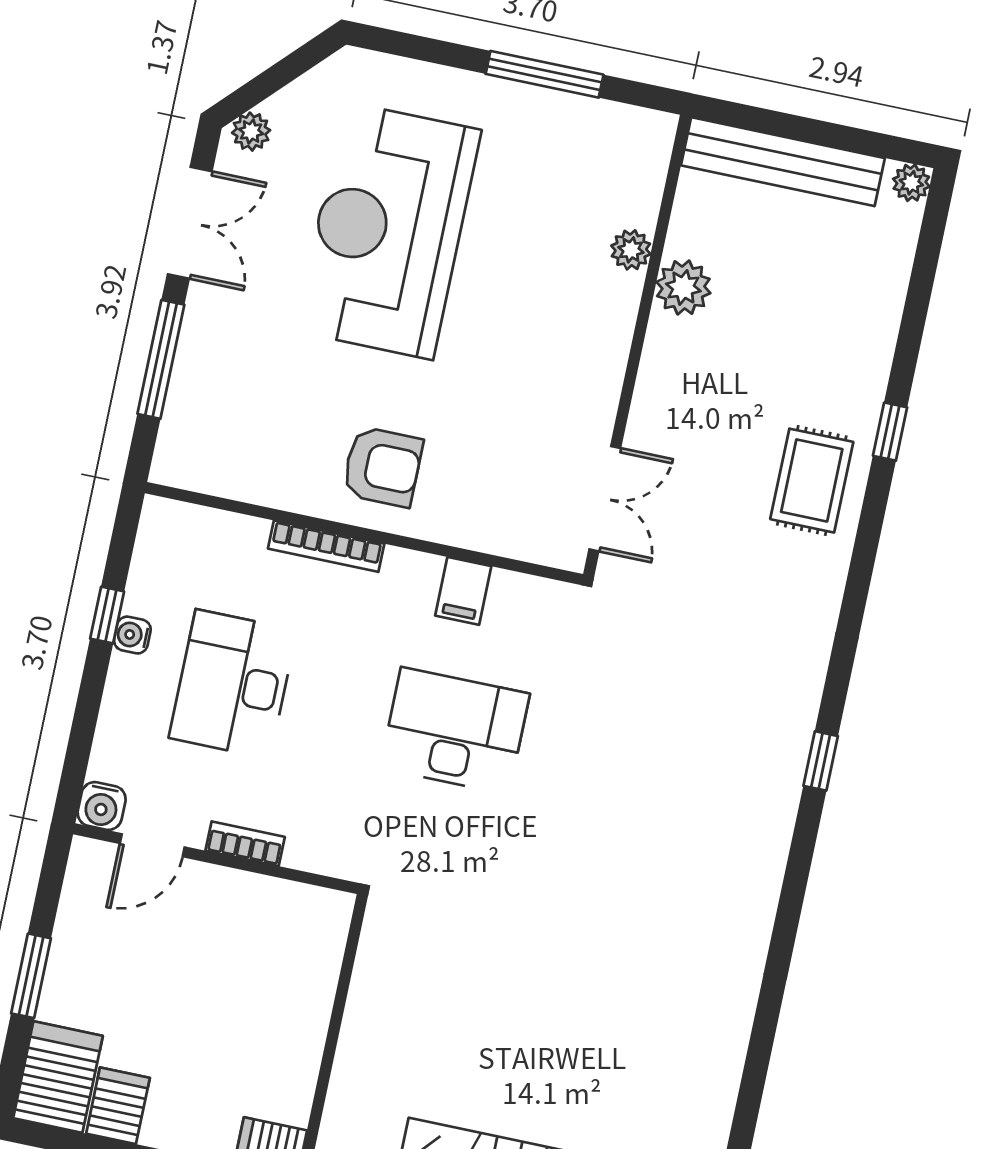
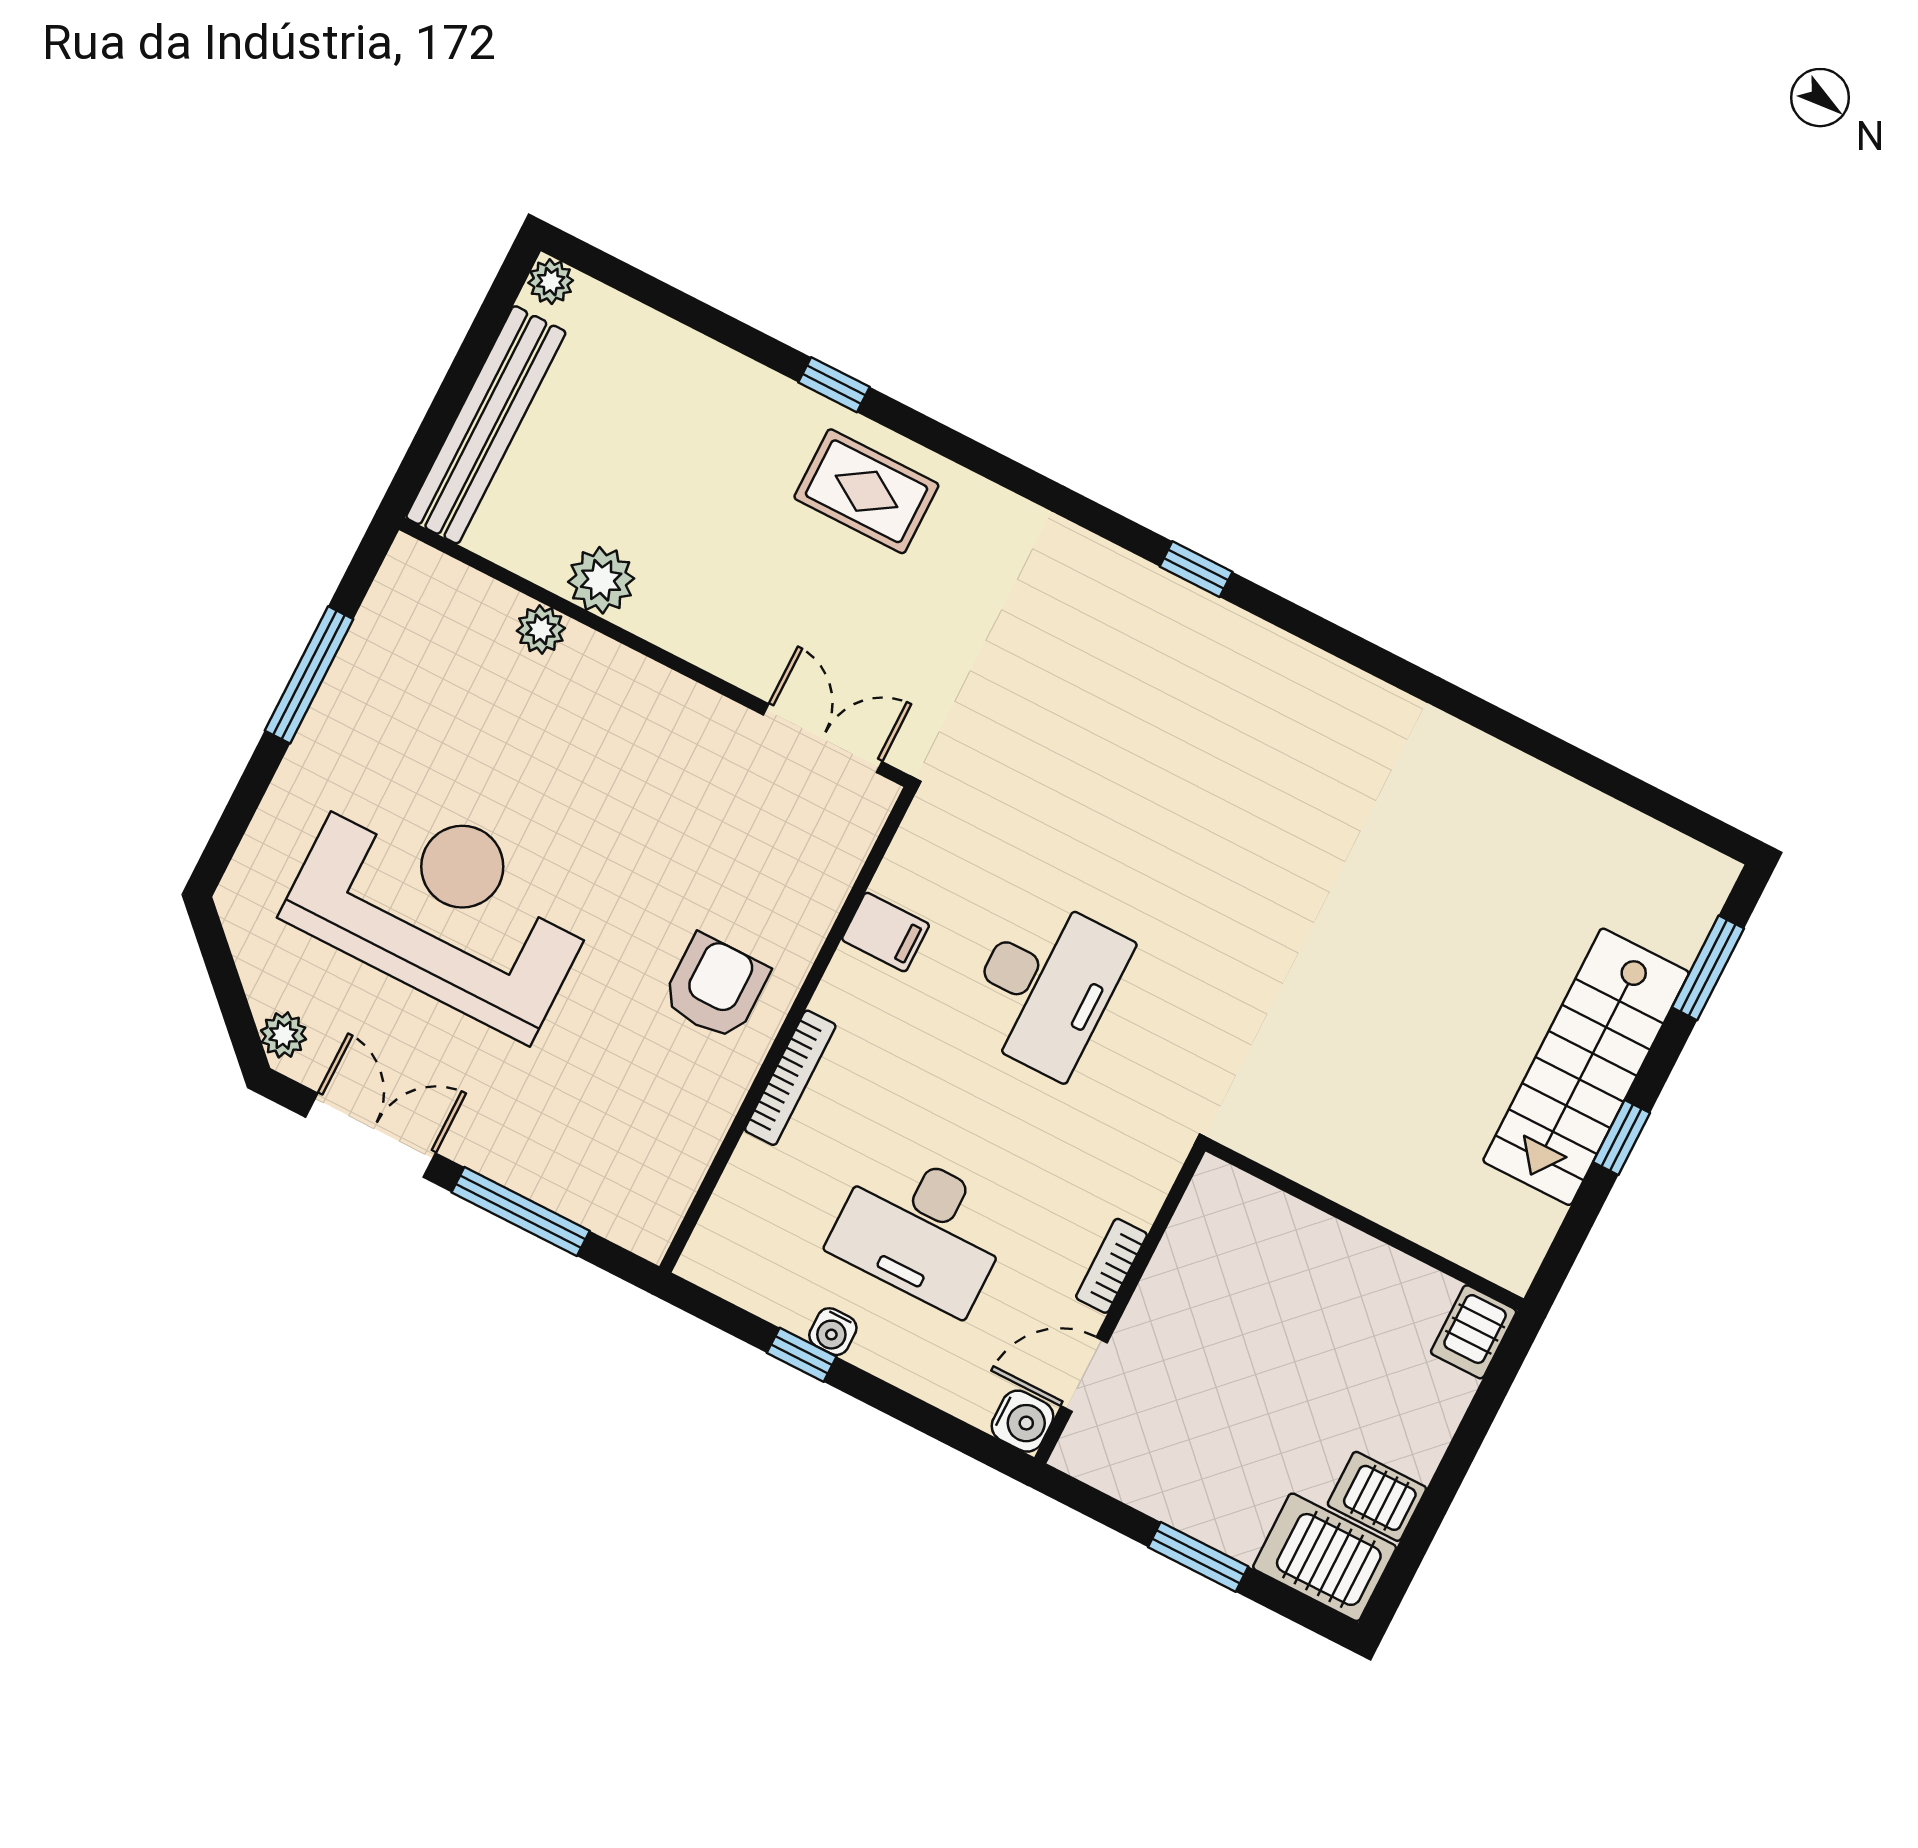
reception desk: (388, 231) -> (442, 906), turned 180
desk: (455, 731) -> (1046, 986), turned 180
door: (152, 845) -> (1084, 1374), swing flipped

